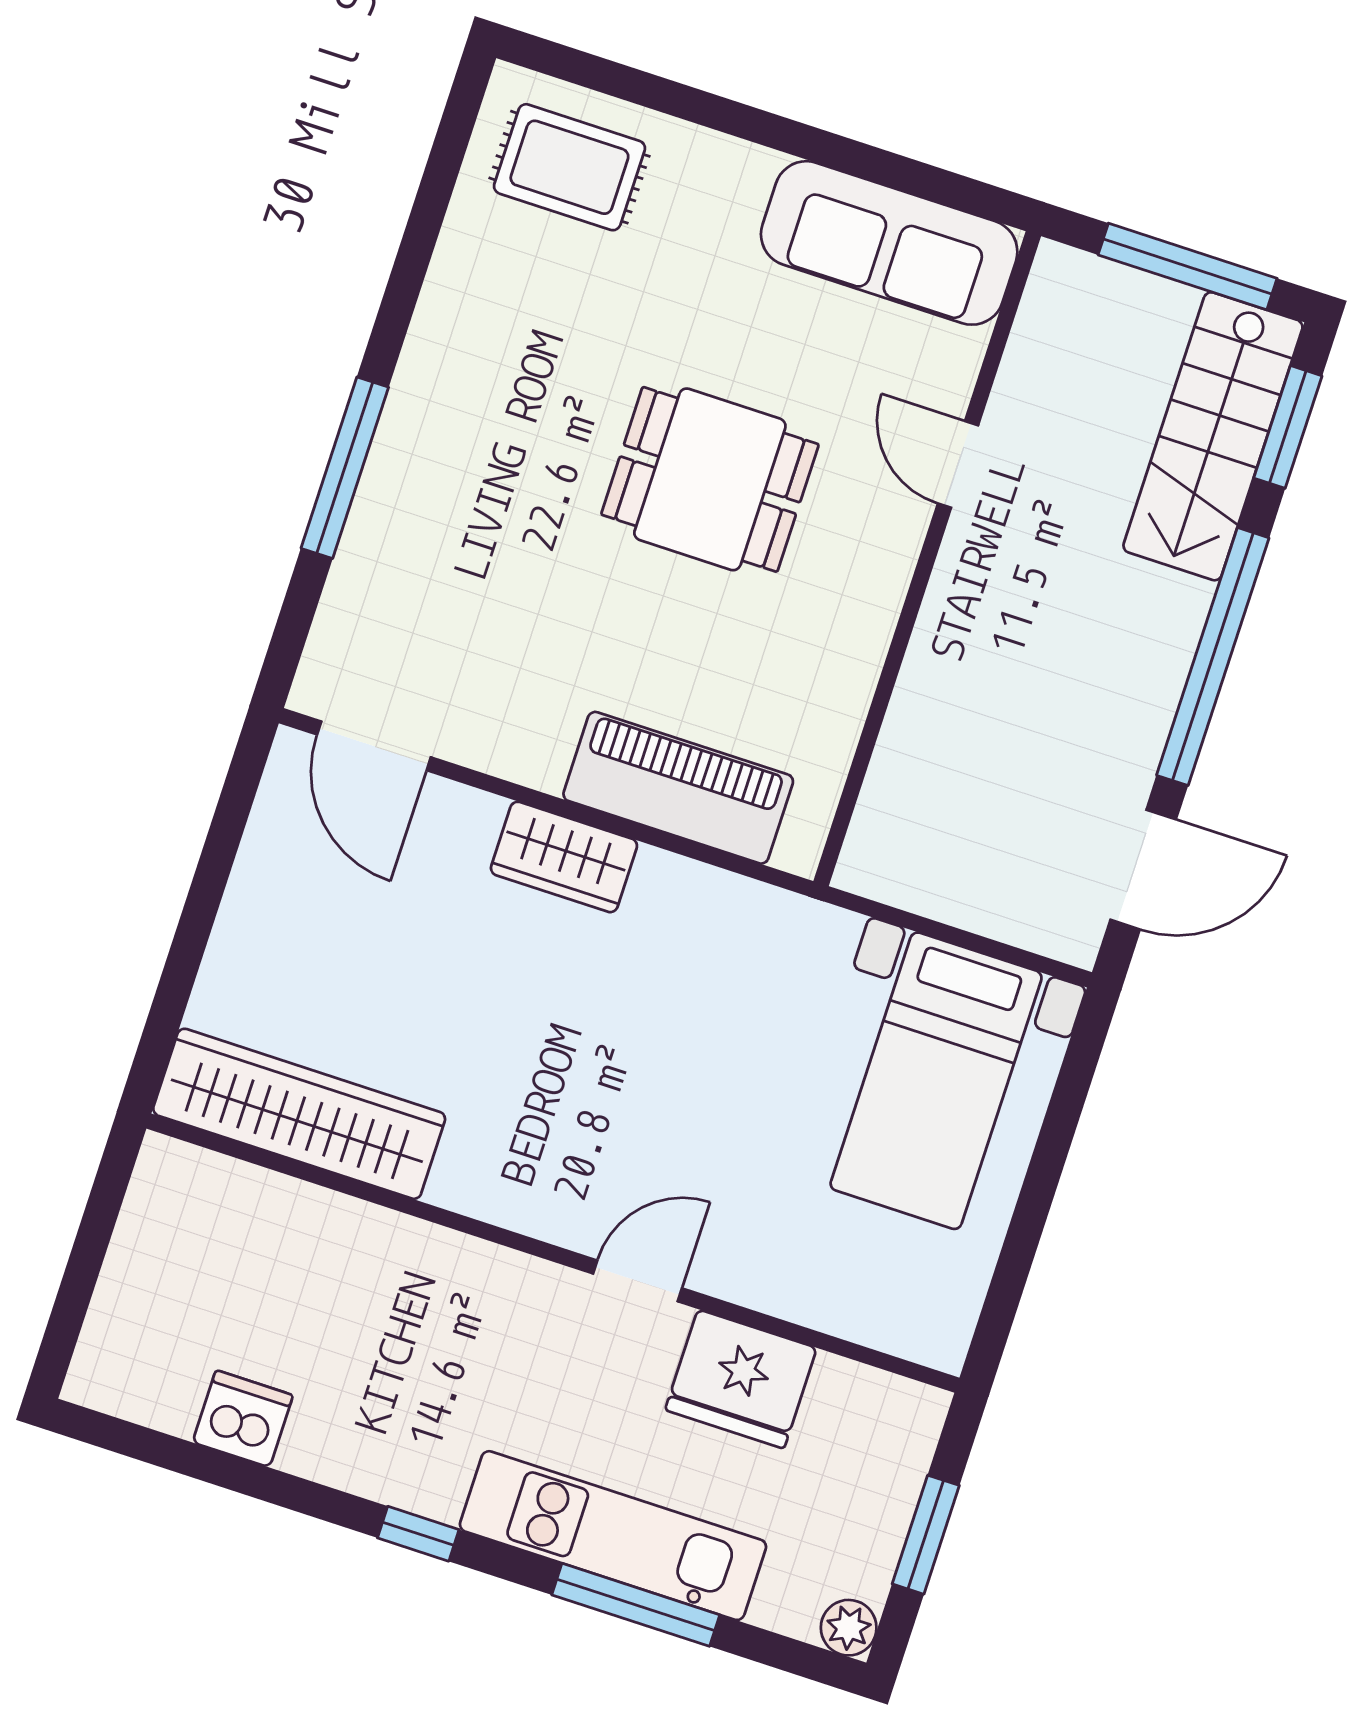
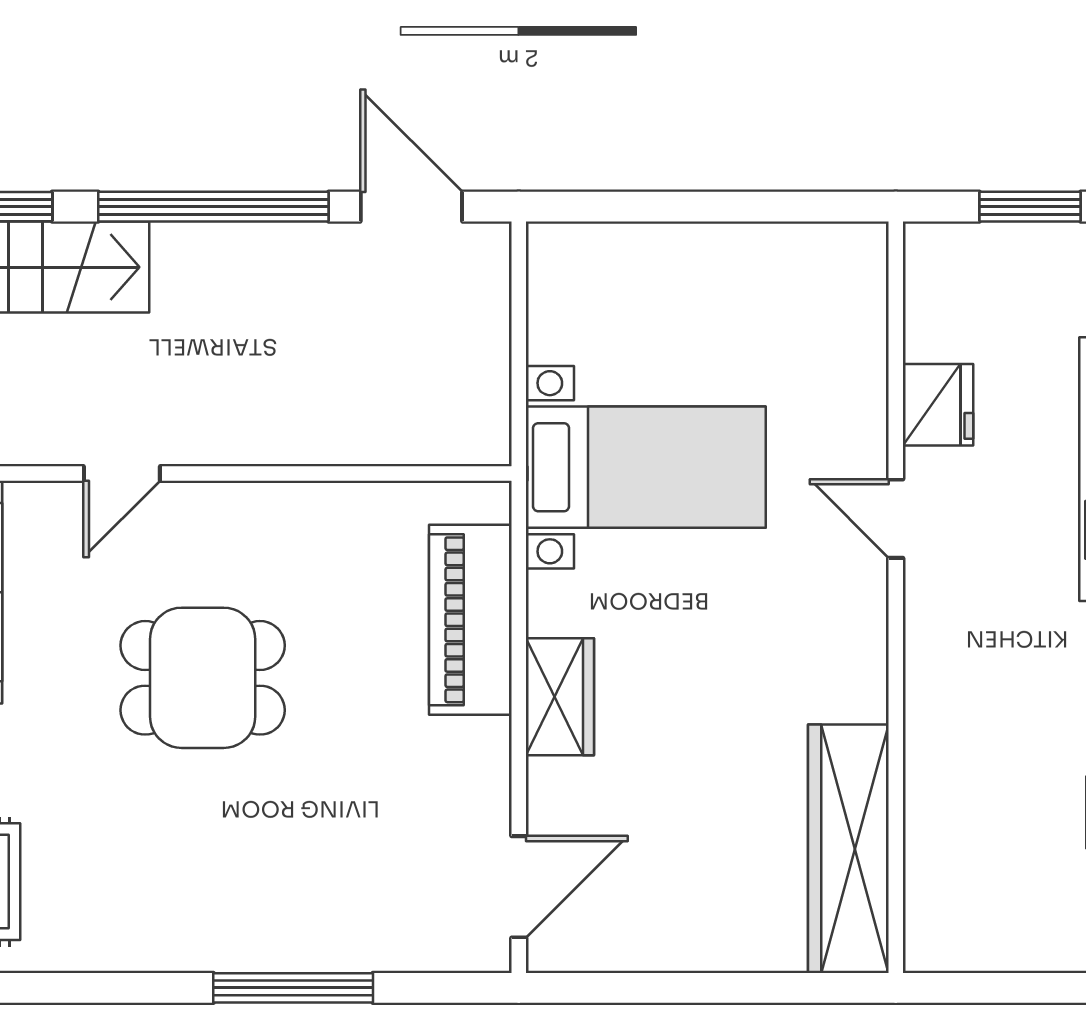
dining table: (710, 479) -> (203, 678), turned 90
bed with nightstands: (936, 1081) -> (646, 467), moved
fridge: (741, 1379) -> (938, 405), width x0.73, depth x0.75

